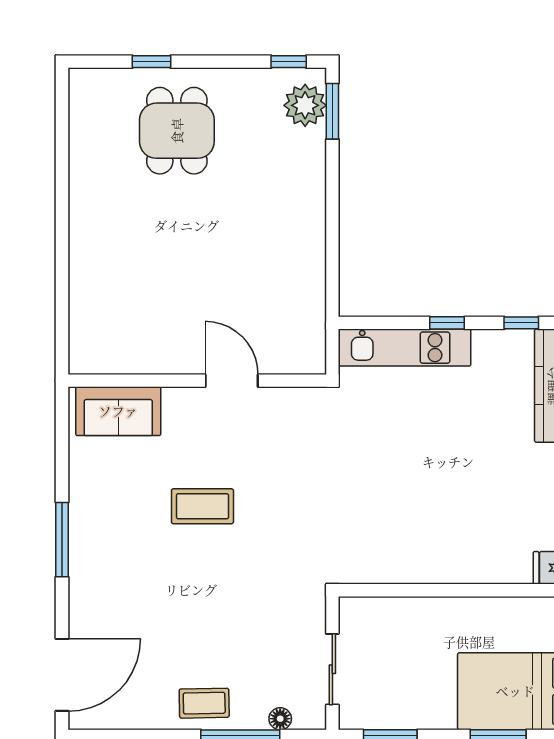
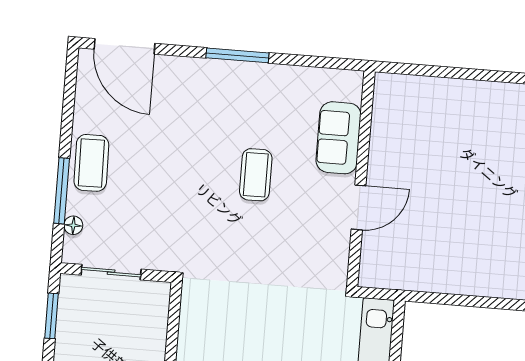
sofa: (118, 411) -> (339, 138), moved
coffee table: (204, 703) -> (91, 163), width x1.36, depth x1.30

